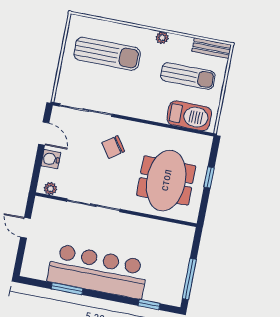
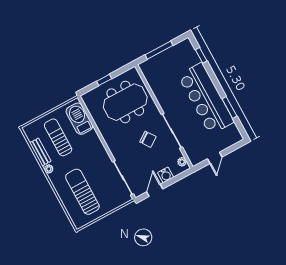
bench: (212, 48) -> (40, 152), moved
chair: (113, 147) -> (148, 139), moved
window: (189, 279) -> (159, 50), moved

